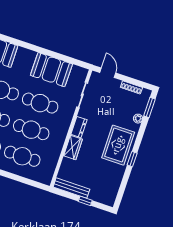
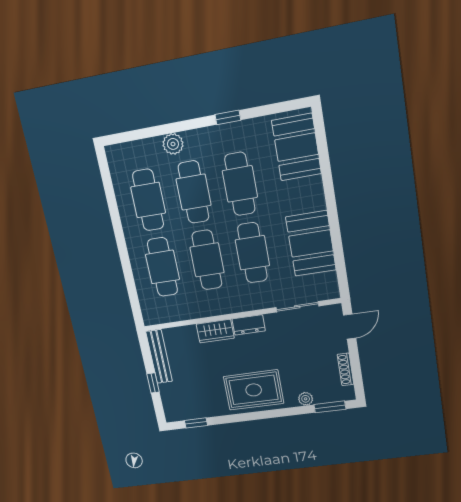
window: (132, 159) -> (196, 423), moved

